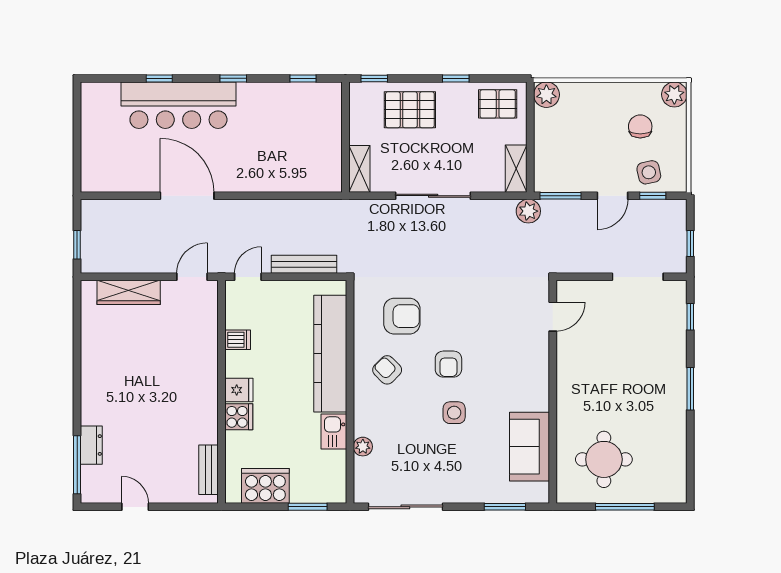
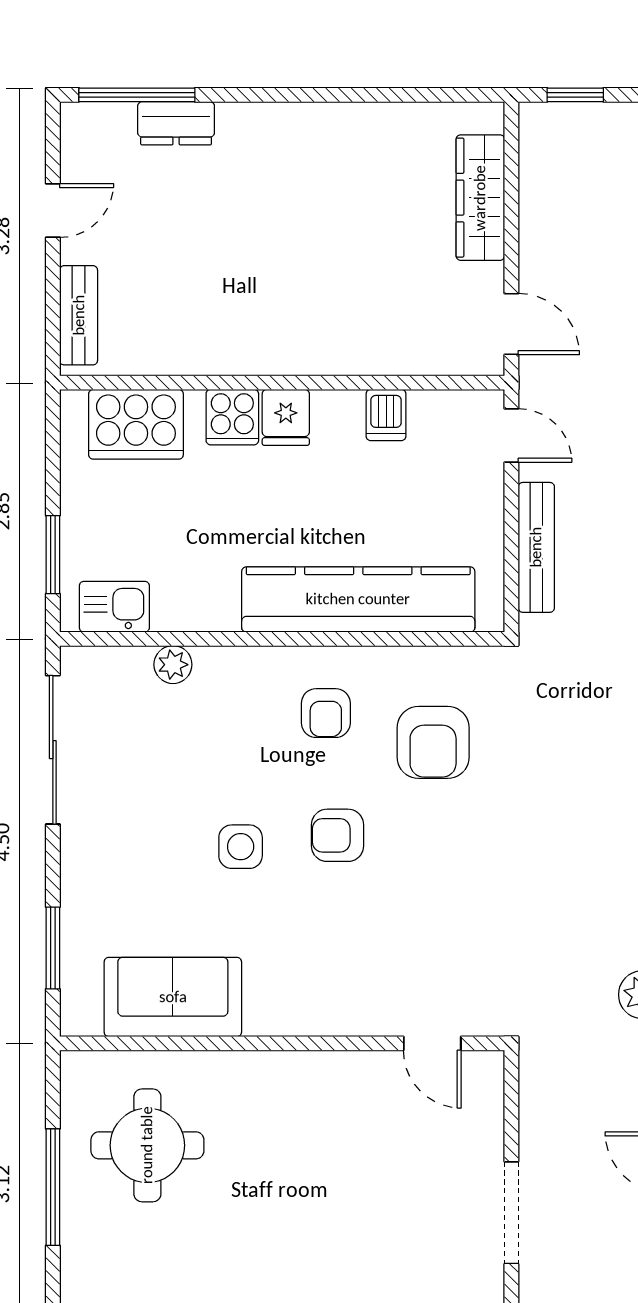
armchair: (387, 370) -> (326, 713), turned 135
kitchen sink: (334, 431) -> (114, 607), moved
bench: (209, 470) -> (79, 315), moved, turned 90
cooker: (265, 486) -> (136, 424), moved, turned 90

